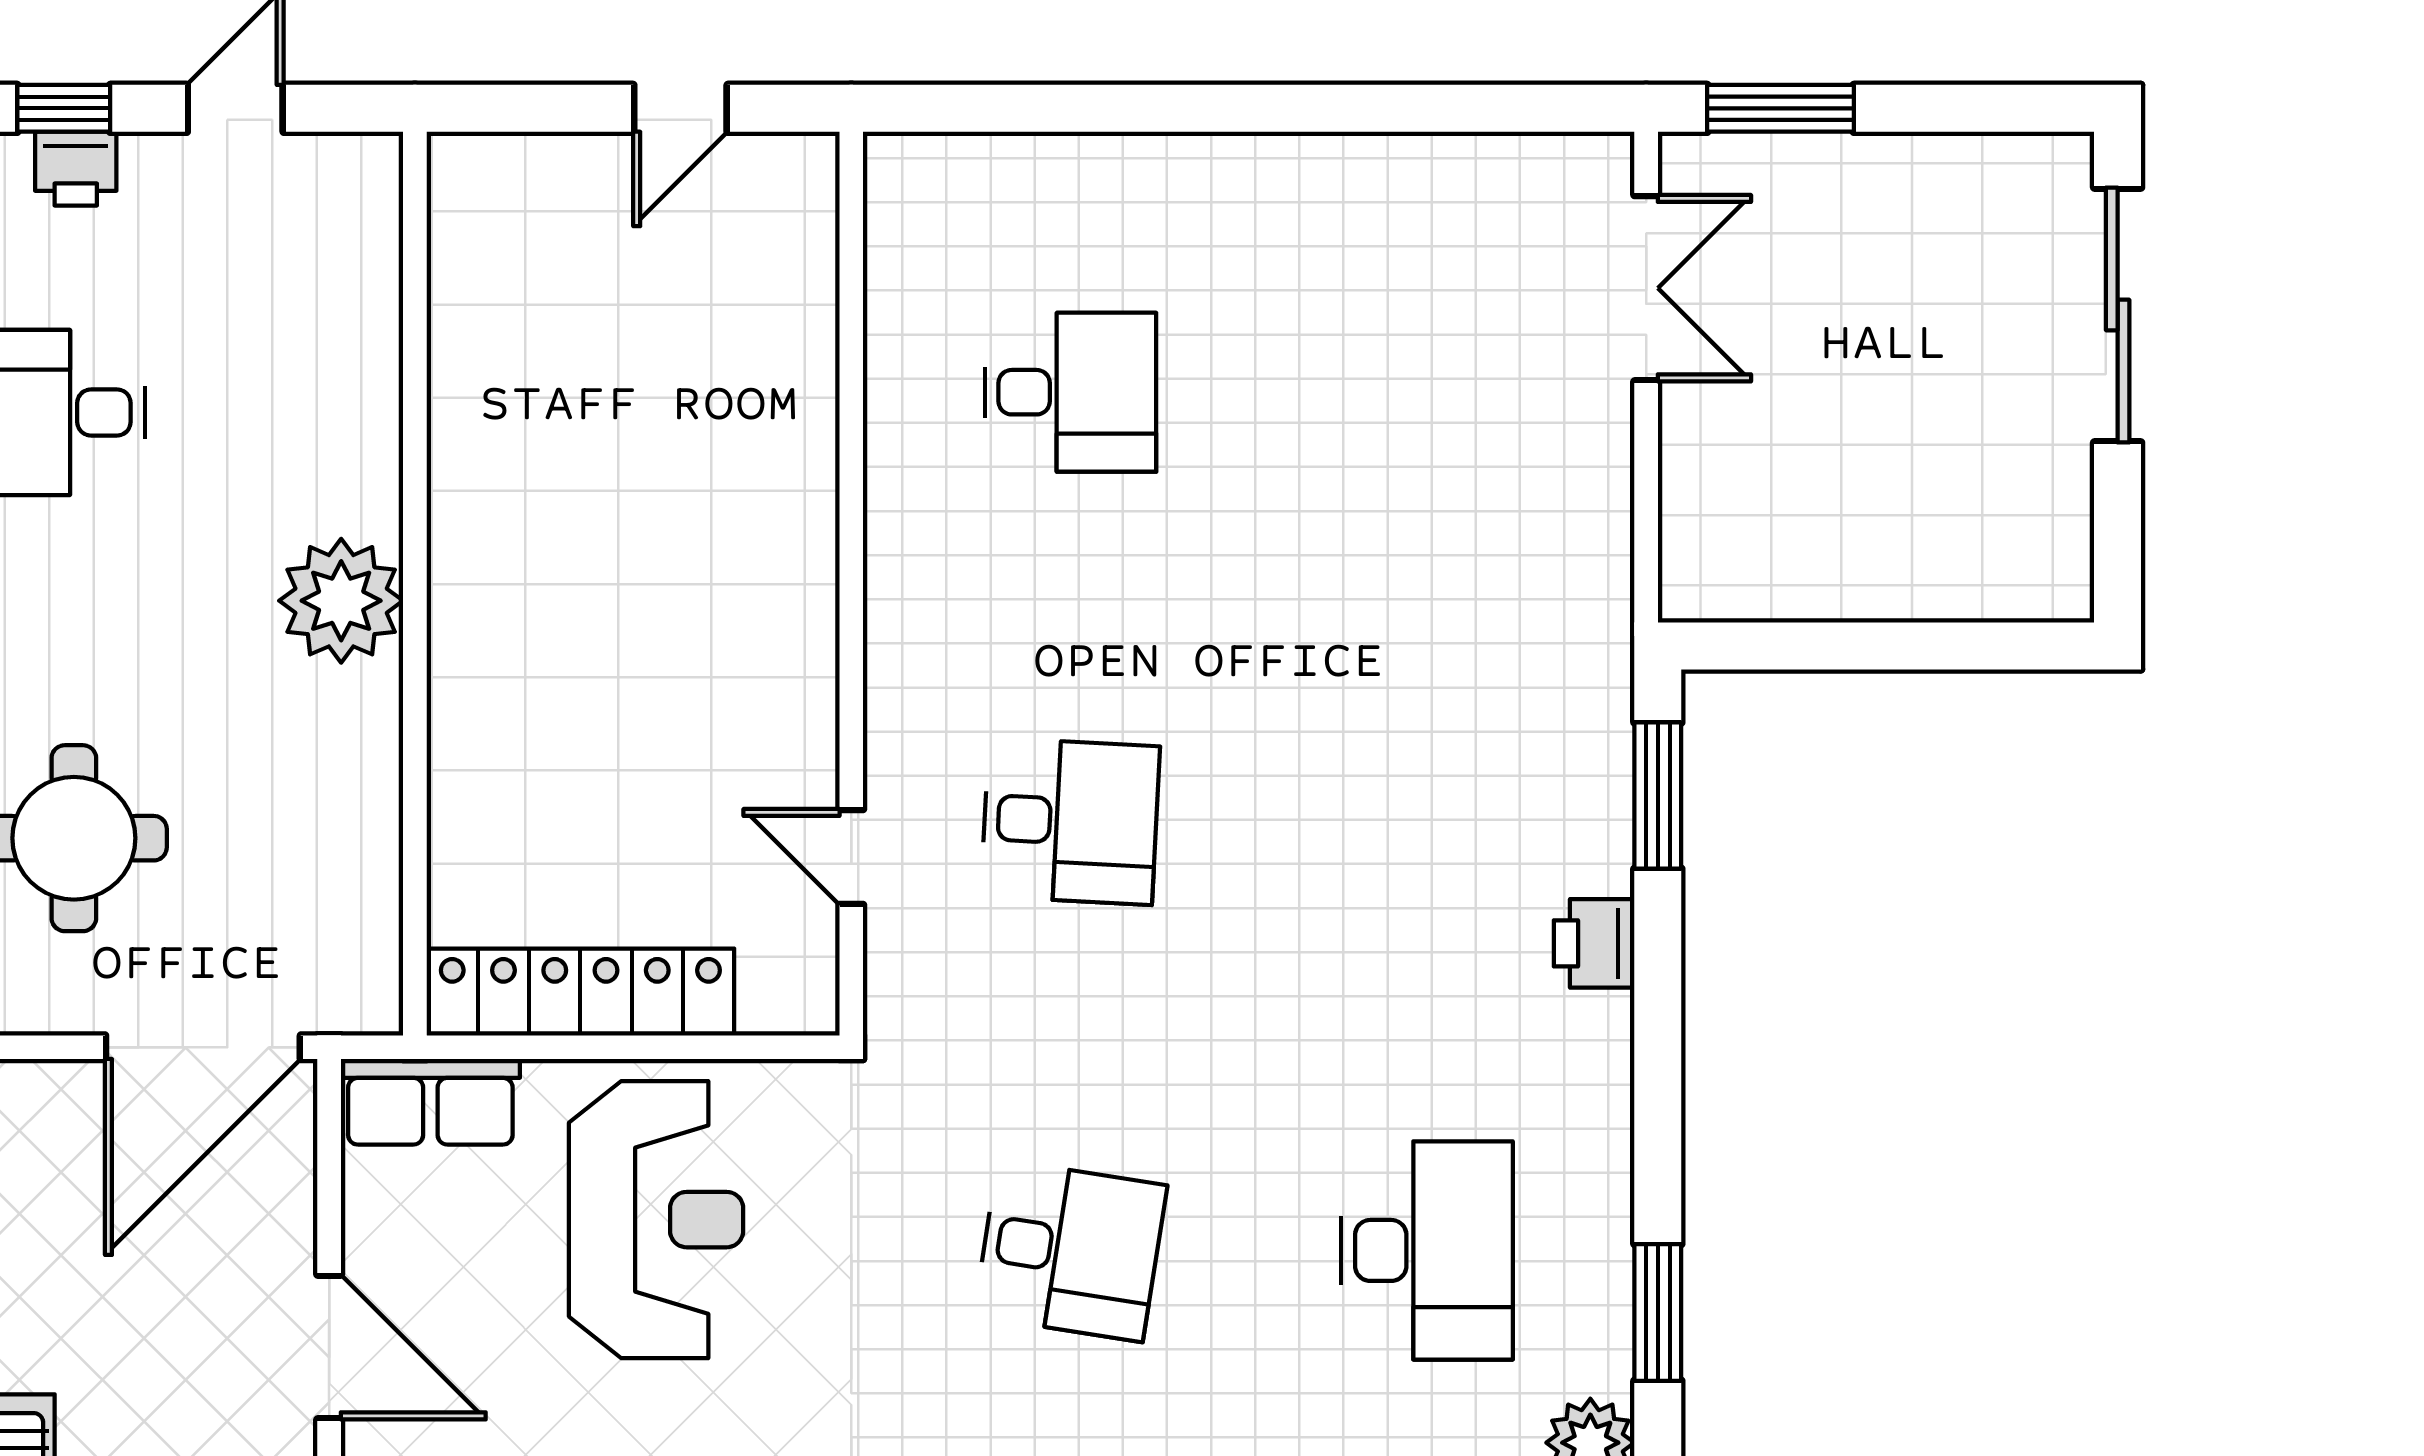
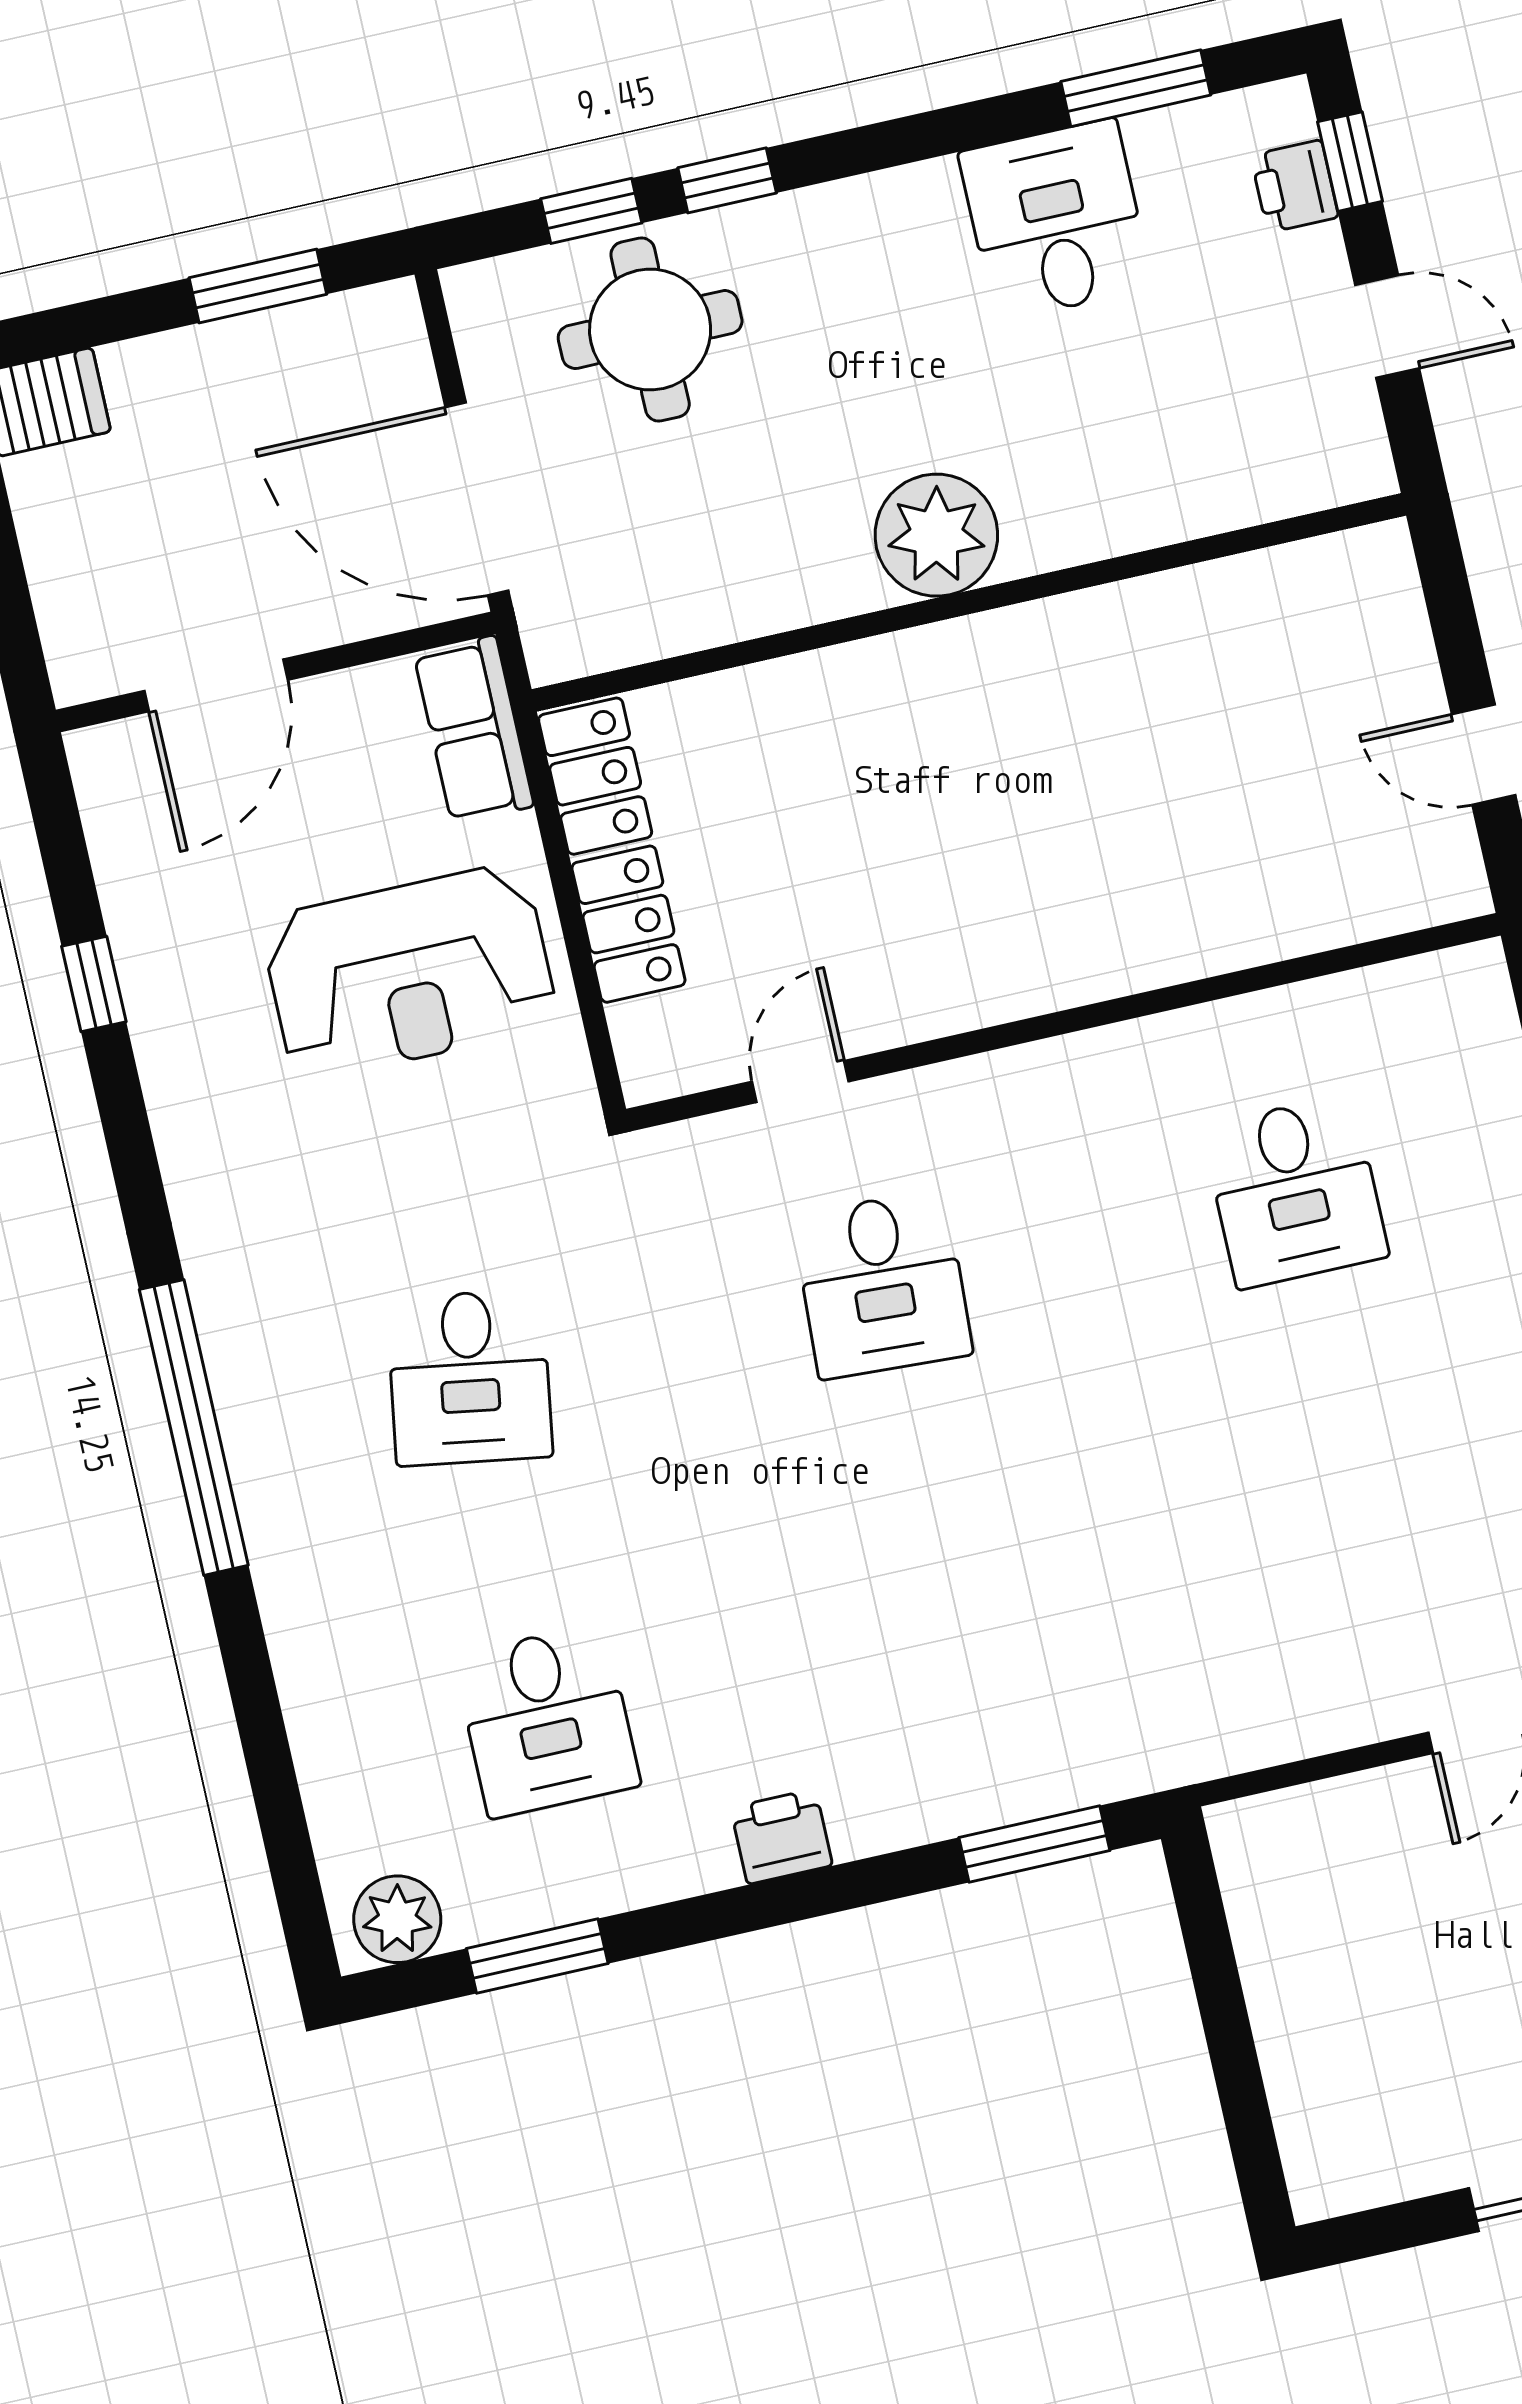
printer: (1594, 943) -> (781, 1837), moved
desk: (1427, 1250) -> (547, 1721), width x0.73

